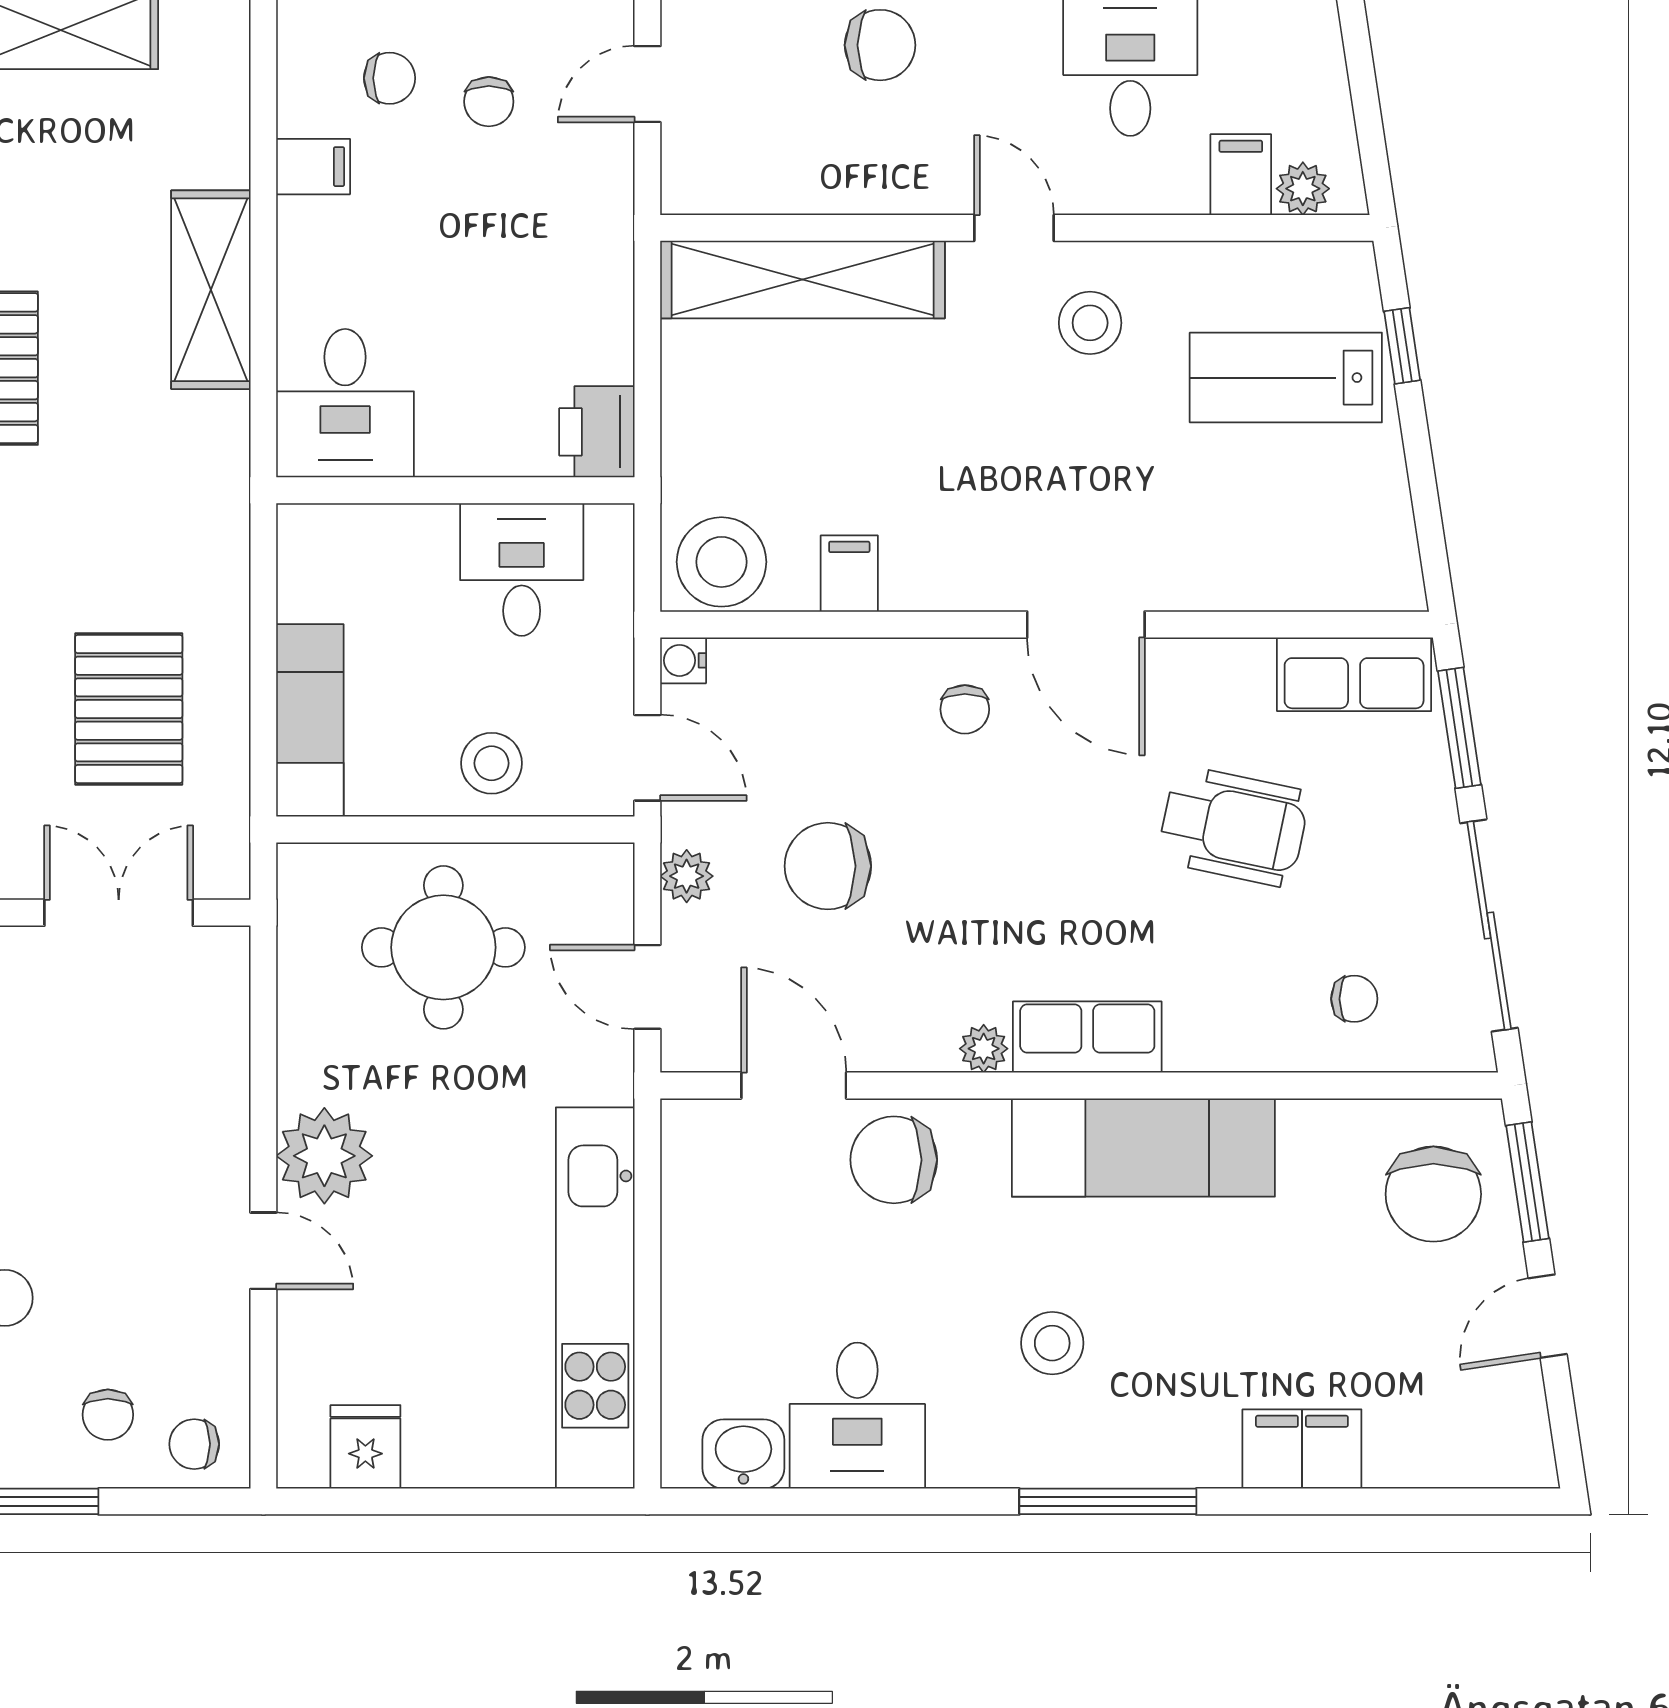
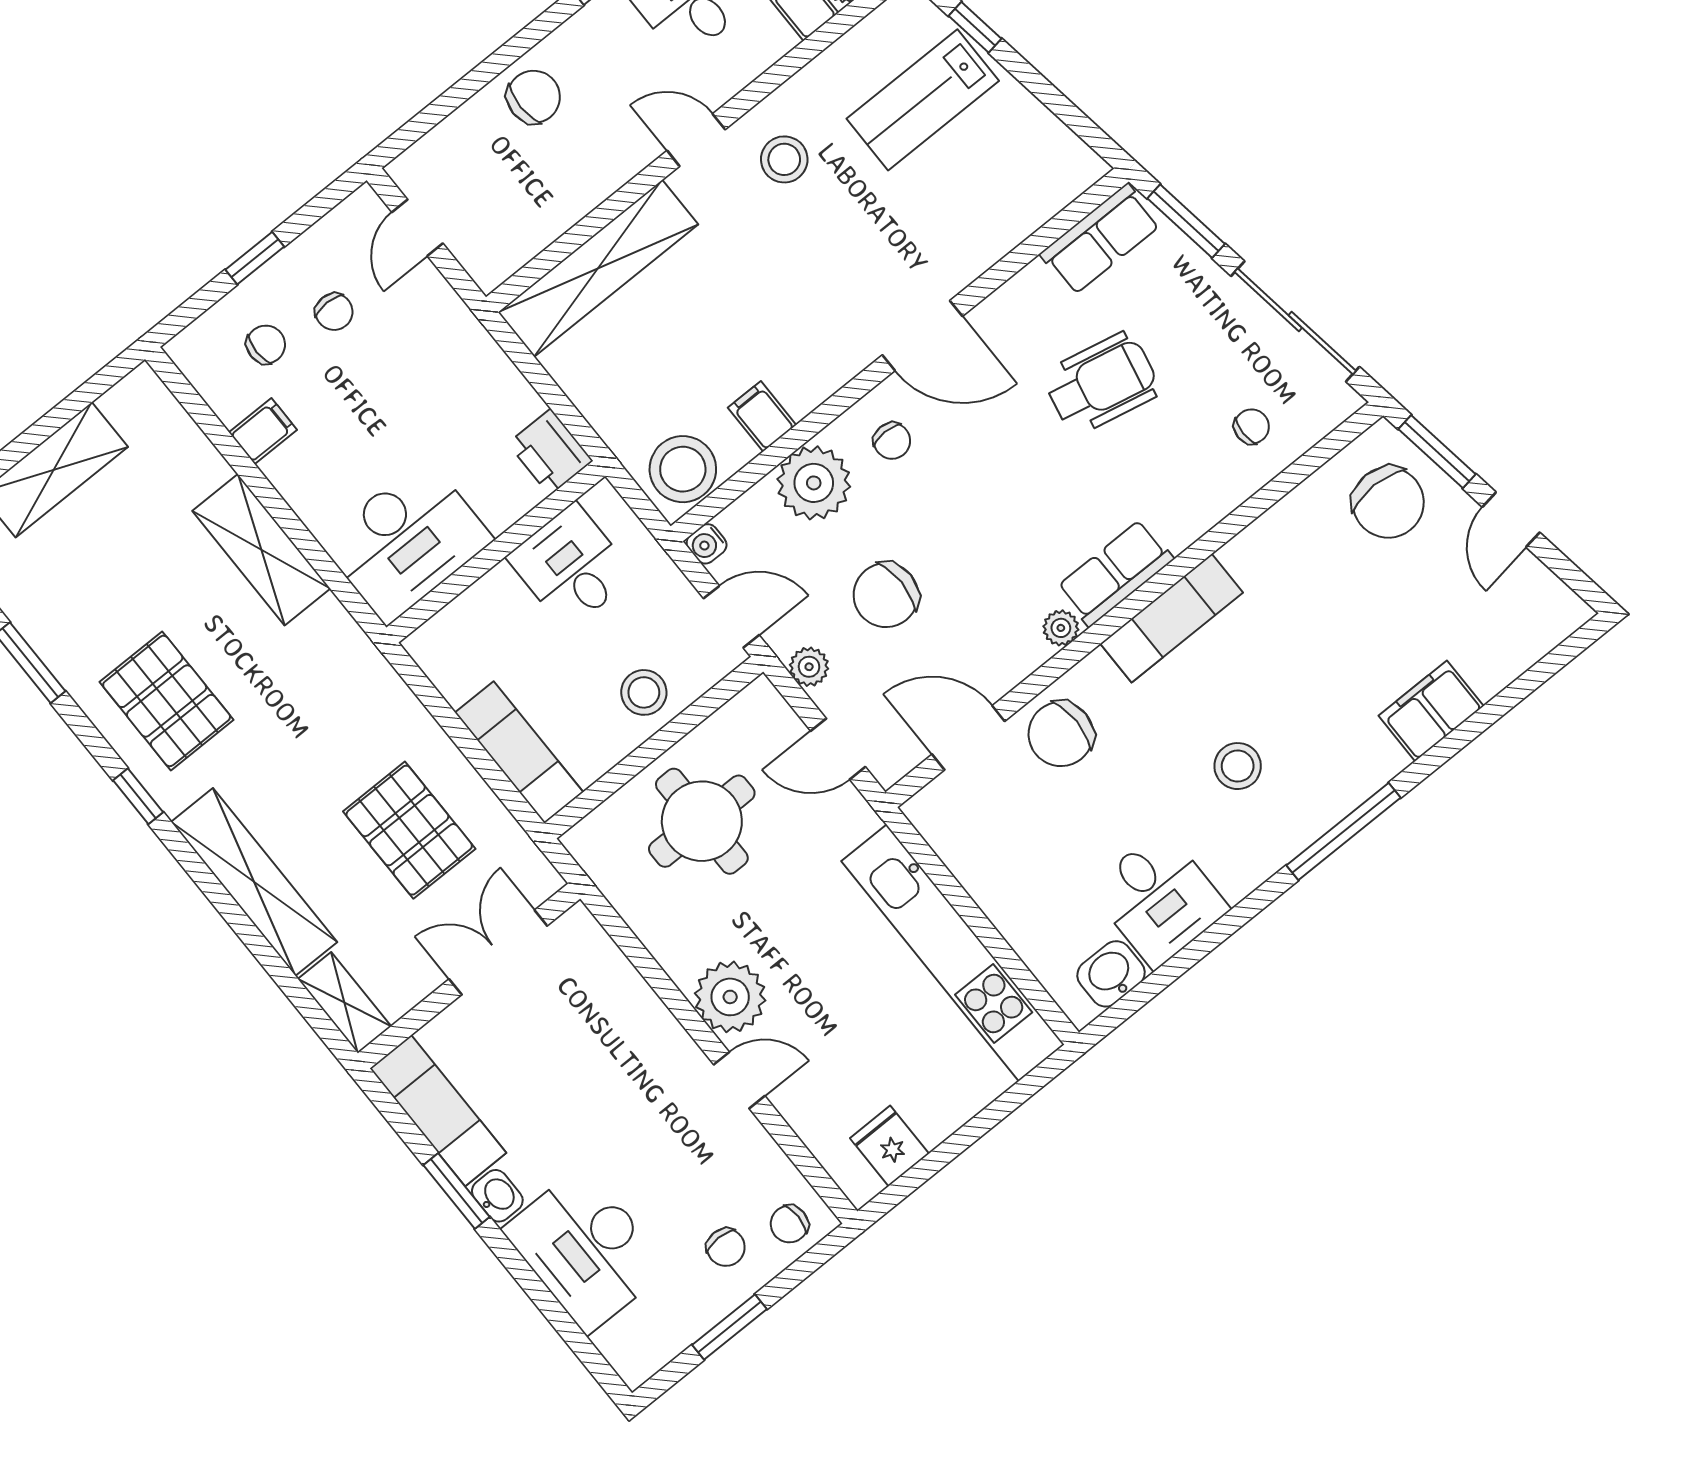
desk: (345, 403) -> (406, 541), width x1.37
plant: (847, 687) -> (814, 483), added
exam couch: (1143, 1147) -> (1172, 618), width x0.73, depth x0.69

